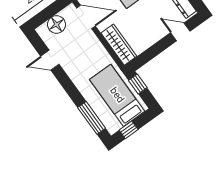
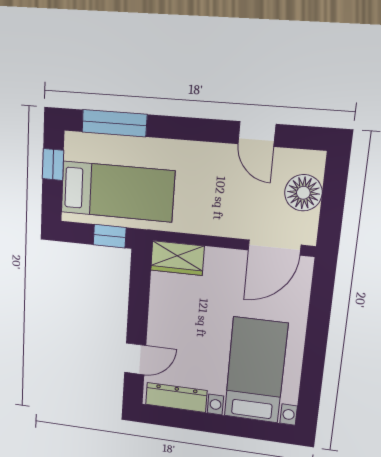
wardrobe: (119, 45) -> (177, 258), width x0.67
door: (50, 60) -> (257, 134), swing flipped

